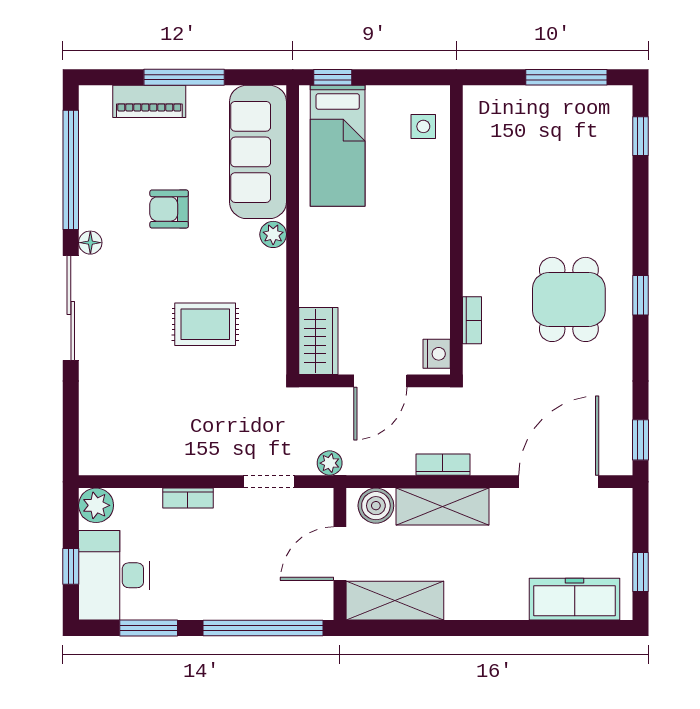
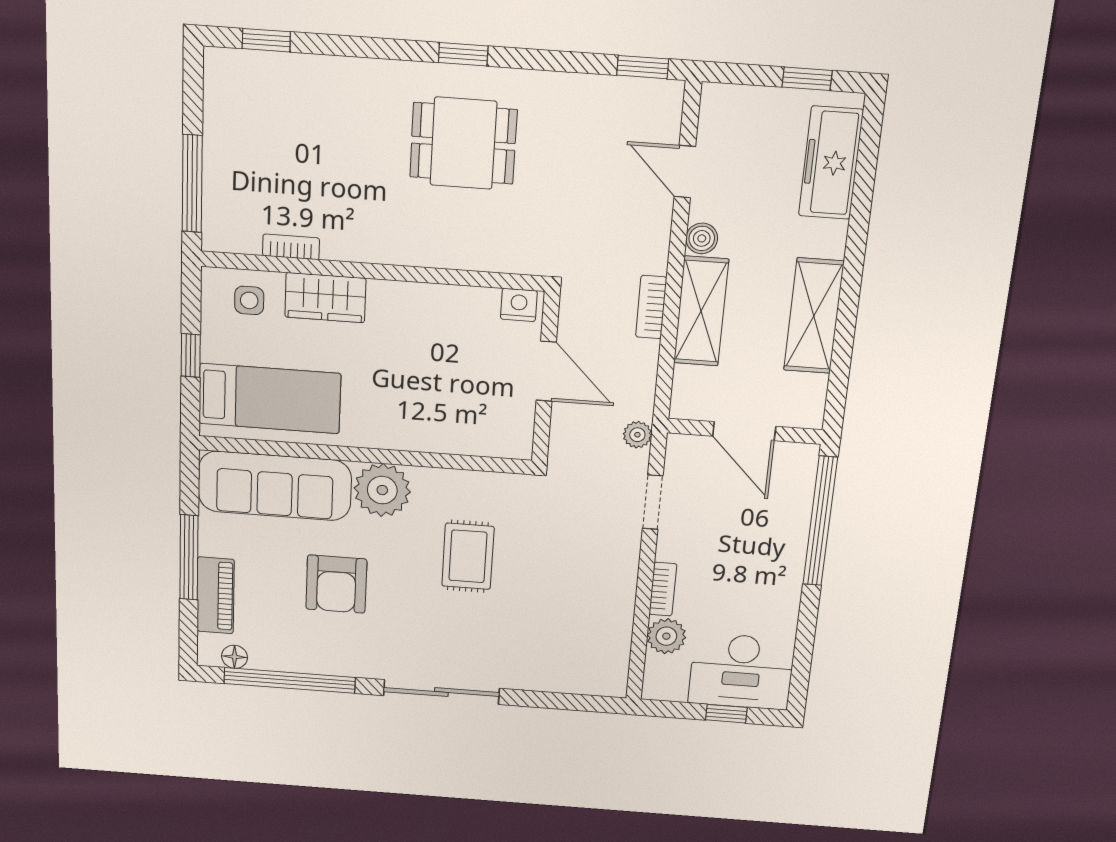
window: (333, 77) -> (191, 355), moved
window: (566, 77) -> (192, 184), moved
armchair: (169, 209) -> (336, 584), width x1.38, depth x1.38
plant: (273, 234) -> (382, 490), width x1.88, depth x1.88
floor lamp: (90, 243) -> (235, 657), moved
bookcase: (472, 320) -> (291, 247), moved
wardrobe: (318, 341) -> (325, 298), moved, turned 180
door: (559, 482) -> (685, 172), width x0.53
plant: (96, 505) -> (666, 636), moved
boiler: (376, 506) -> (702, 238), moved, width x0.73, depth x0.73
shelving: (395, 601) -> (814, 316), moved
window: (149, 628) -> (805, 641), removed

